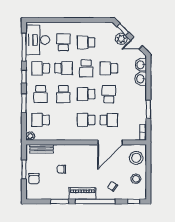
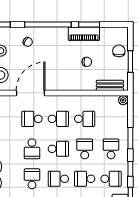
school desk: (86, 68) -> (58, 179), turned -90
school desk: (109, 68) -> (32, 179), turned -90
school desk: (41, 120) -> (85, 119), moved
piano: (82, 193) -> (84, 34), moved

